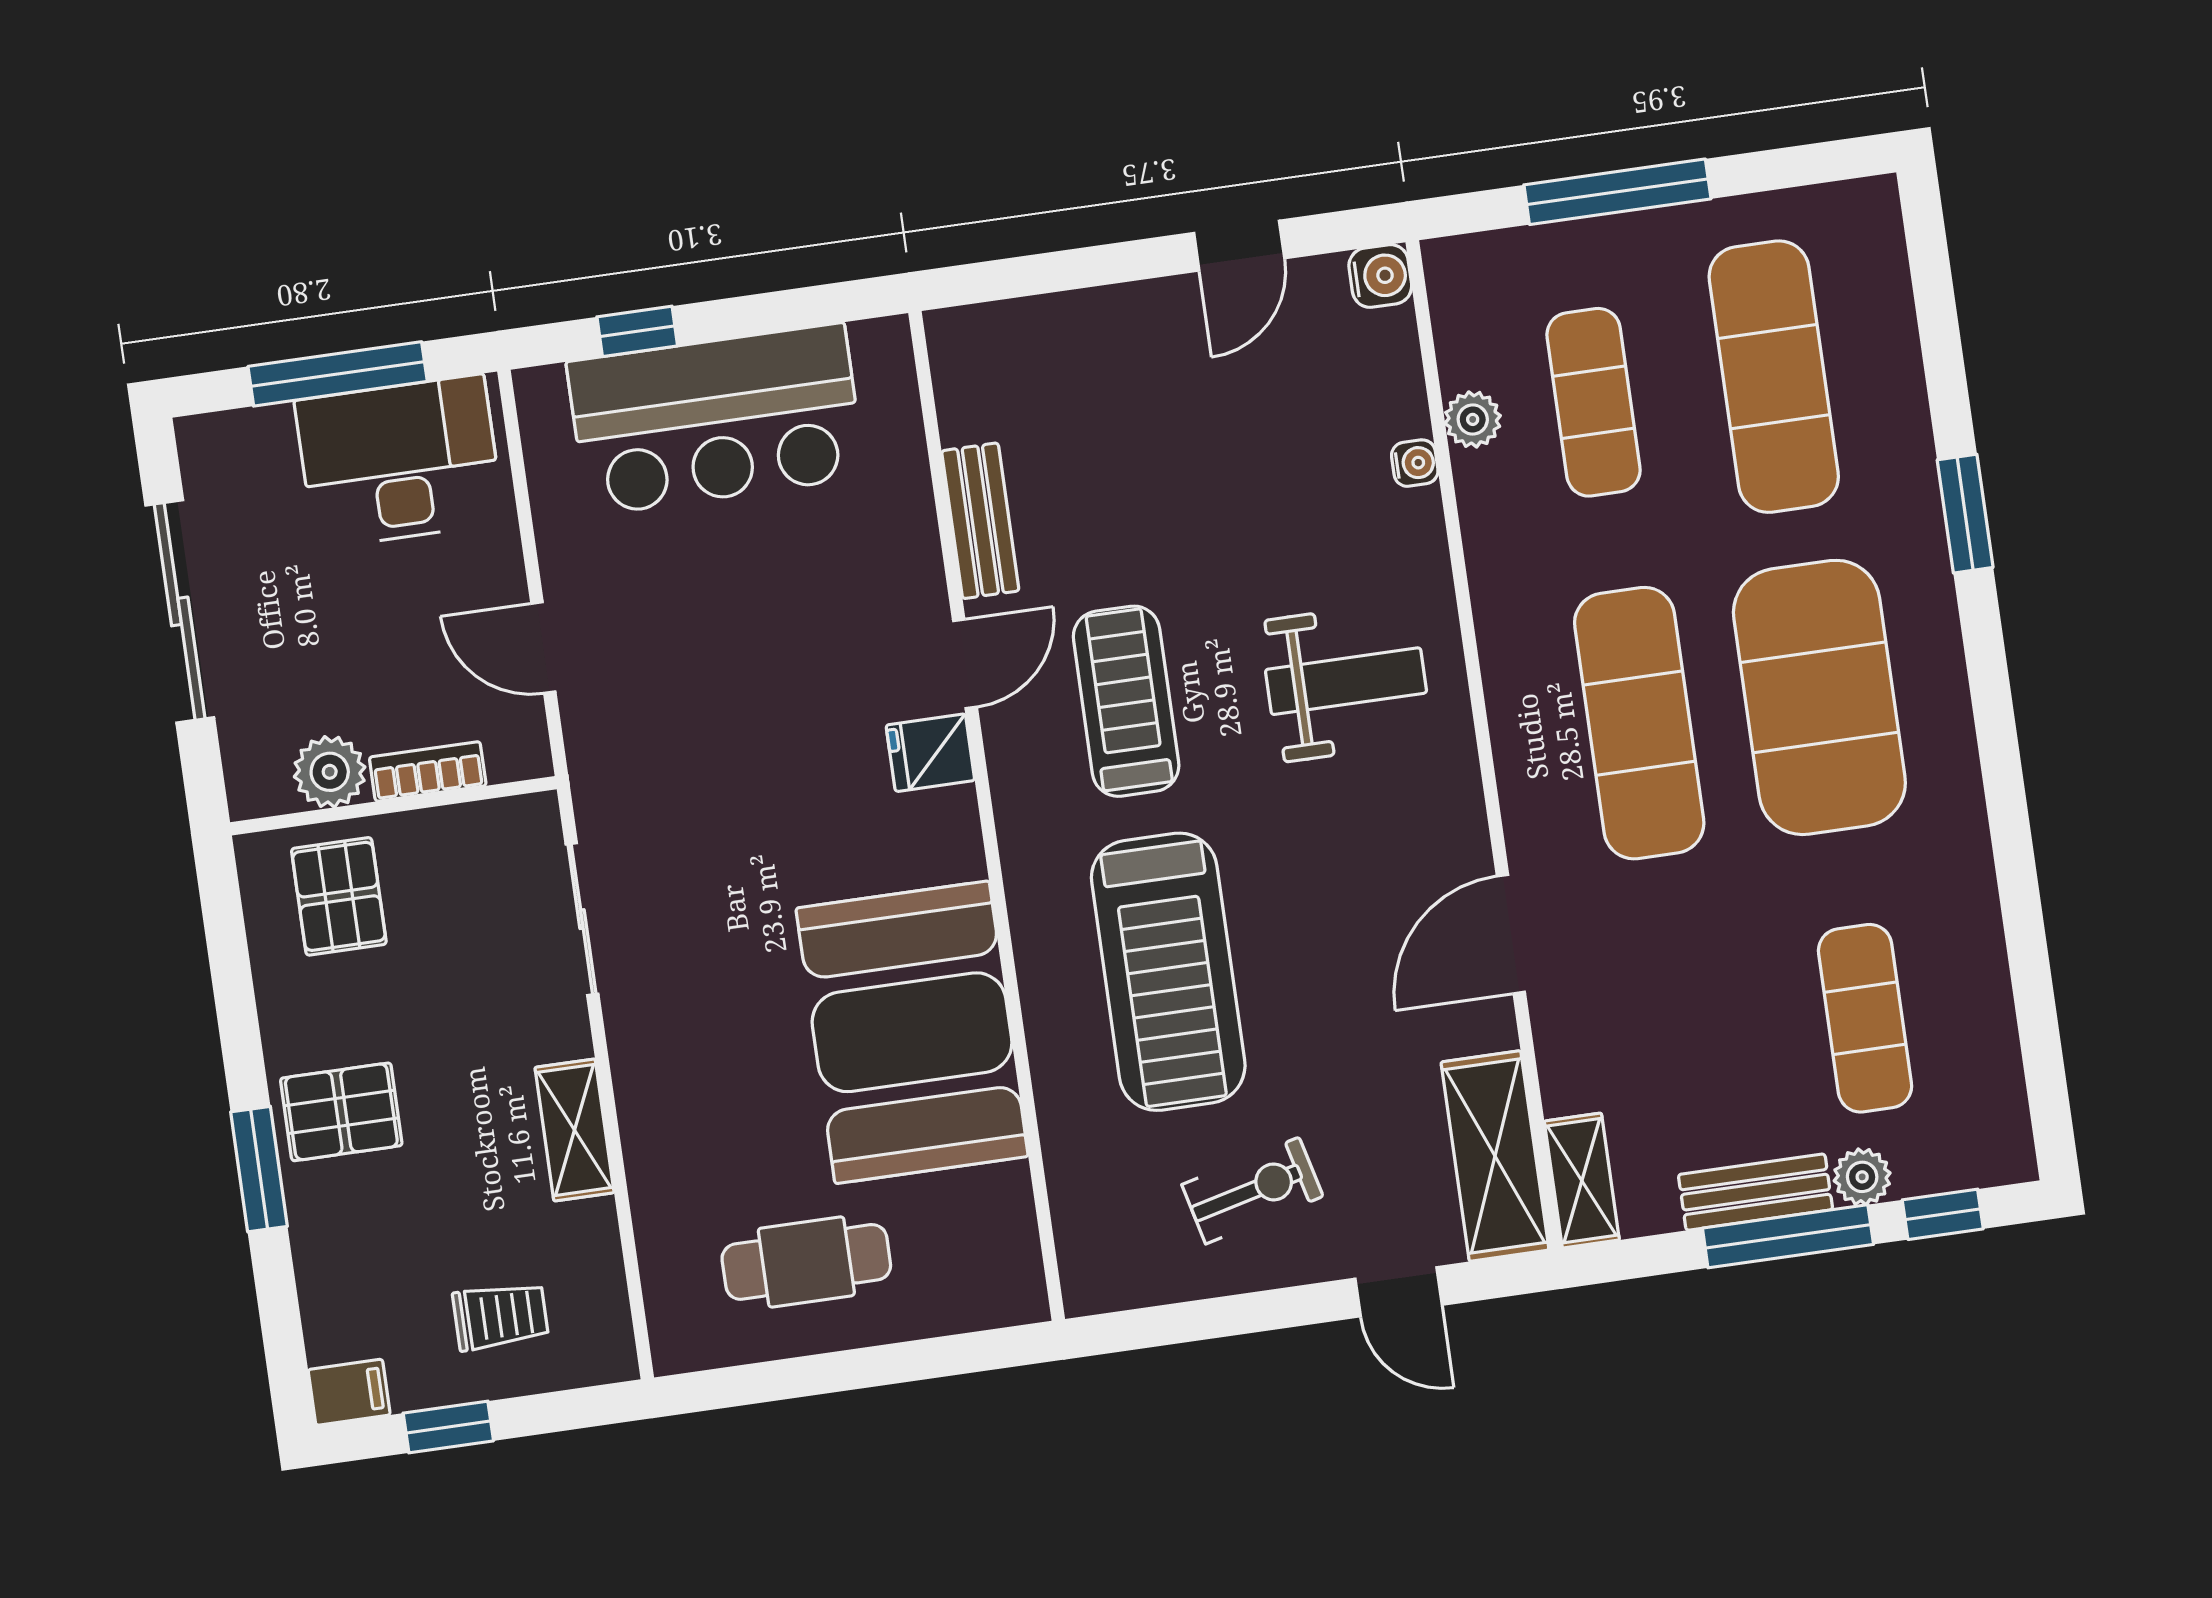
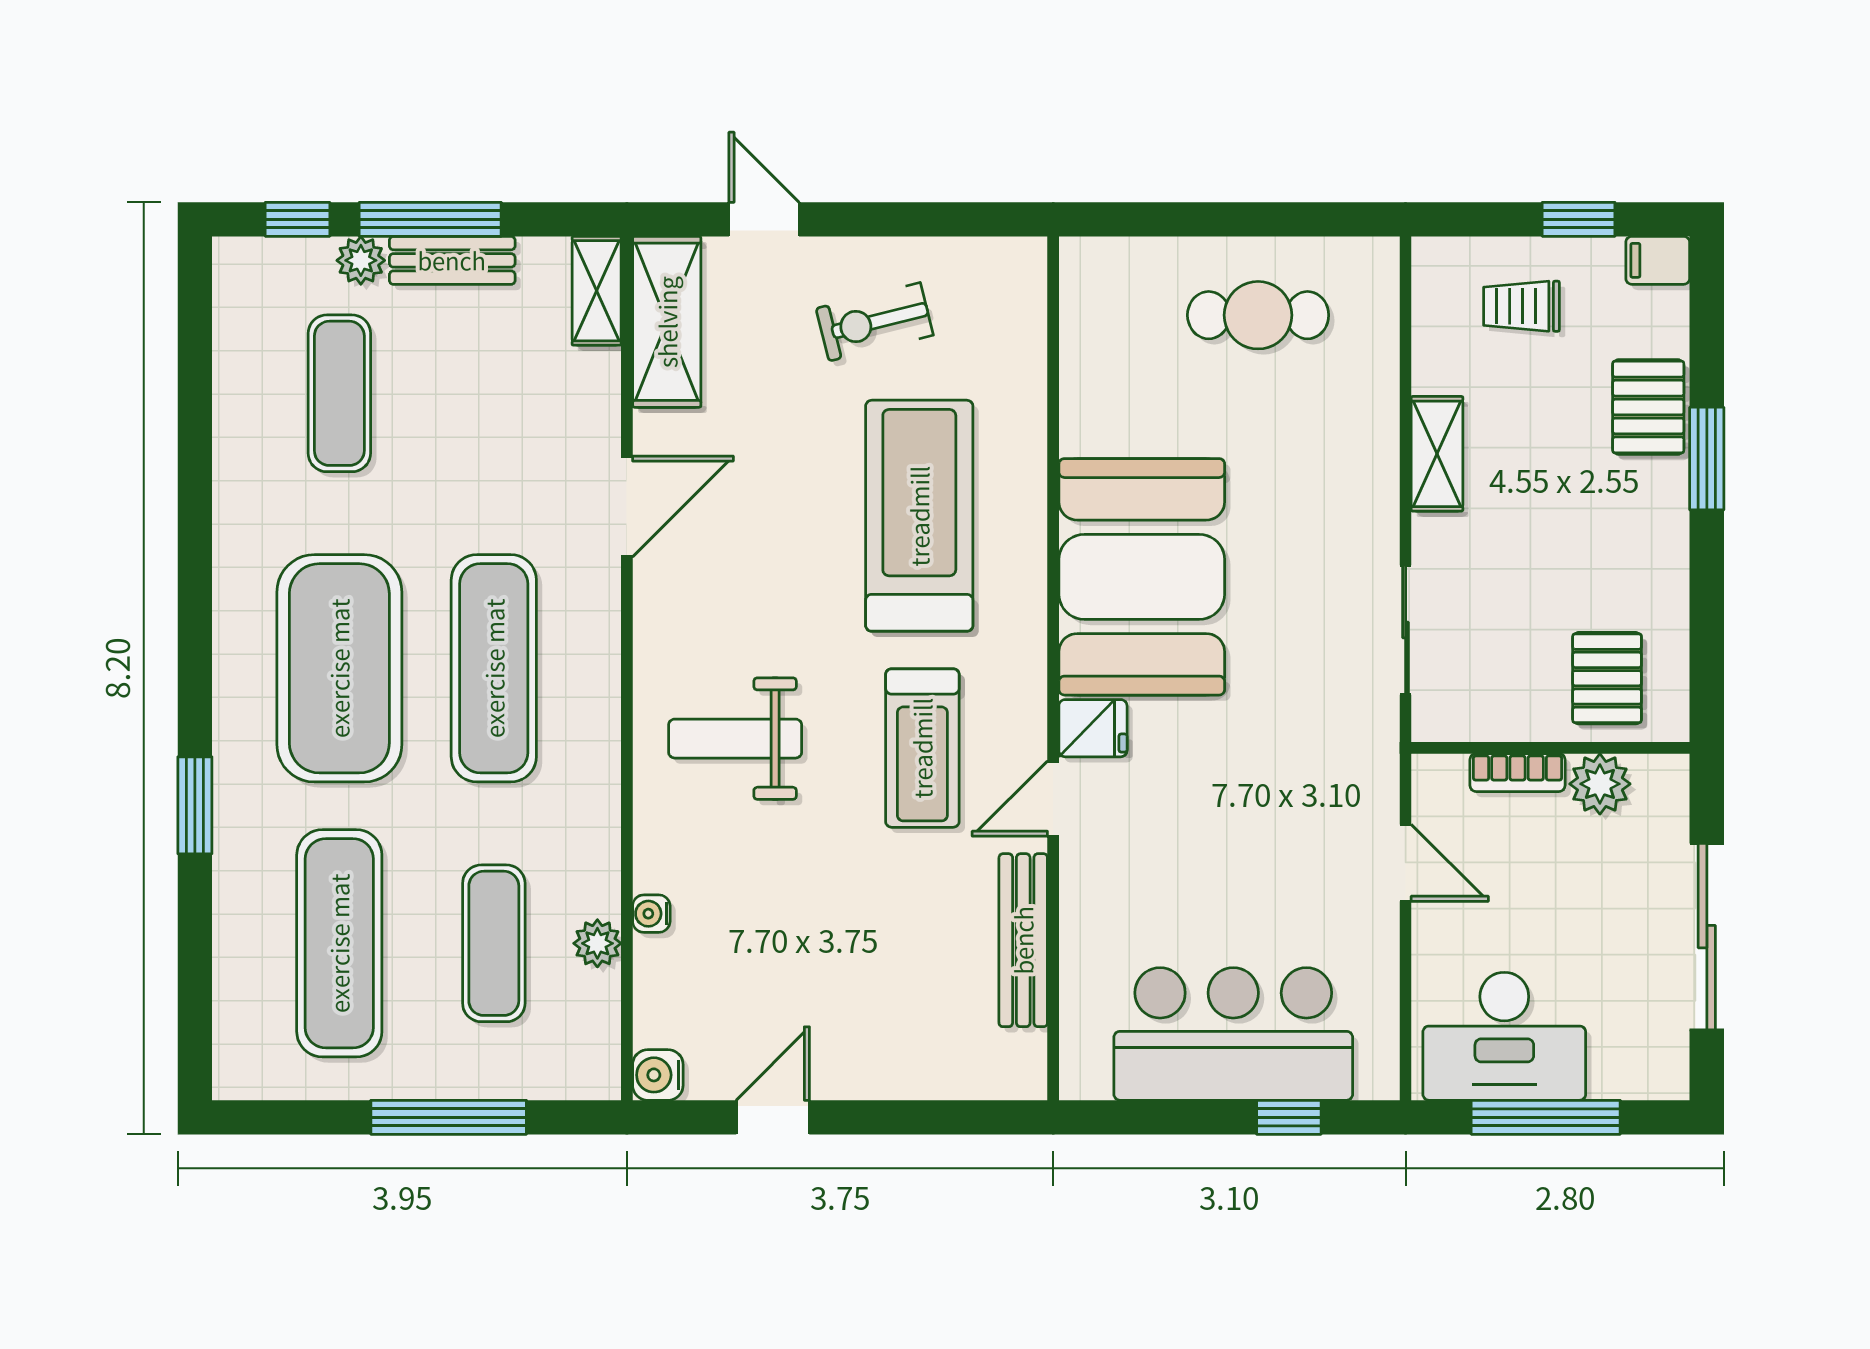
bench: (980, 521) -> (1023, 940), width x1.36
booth: (912, 1032) -> (1142, 577), moved
pallet: (341, 1112) -> (1648, 407), moved, turned 90

